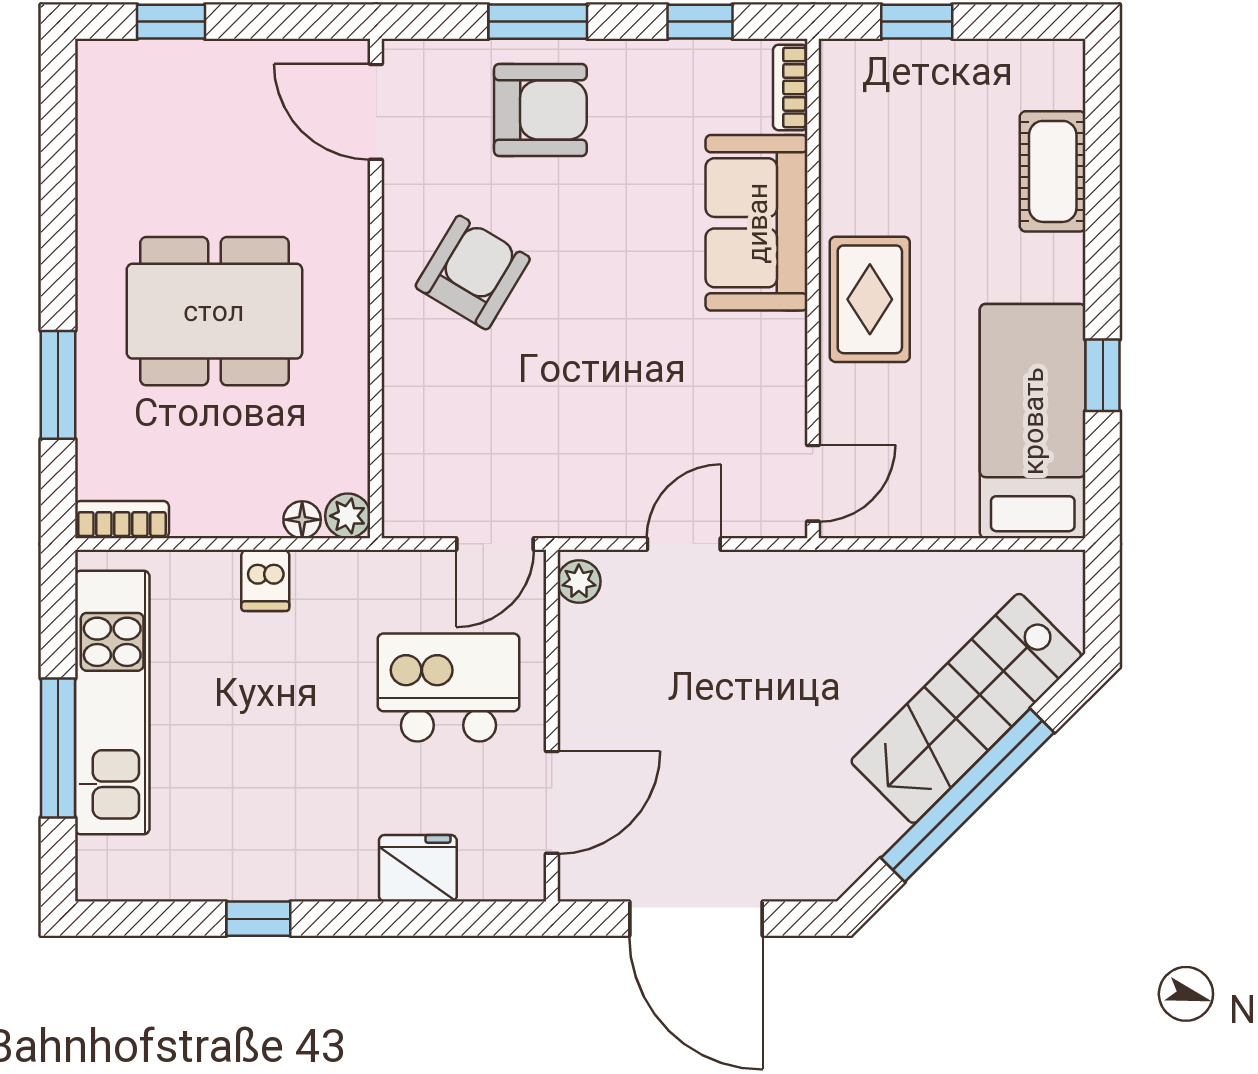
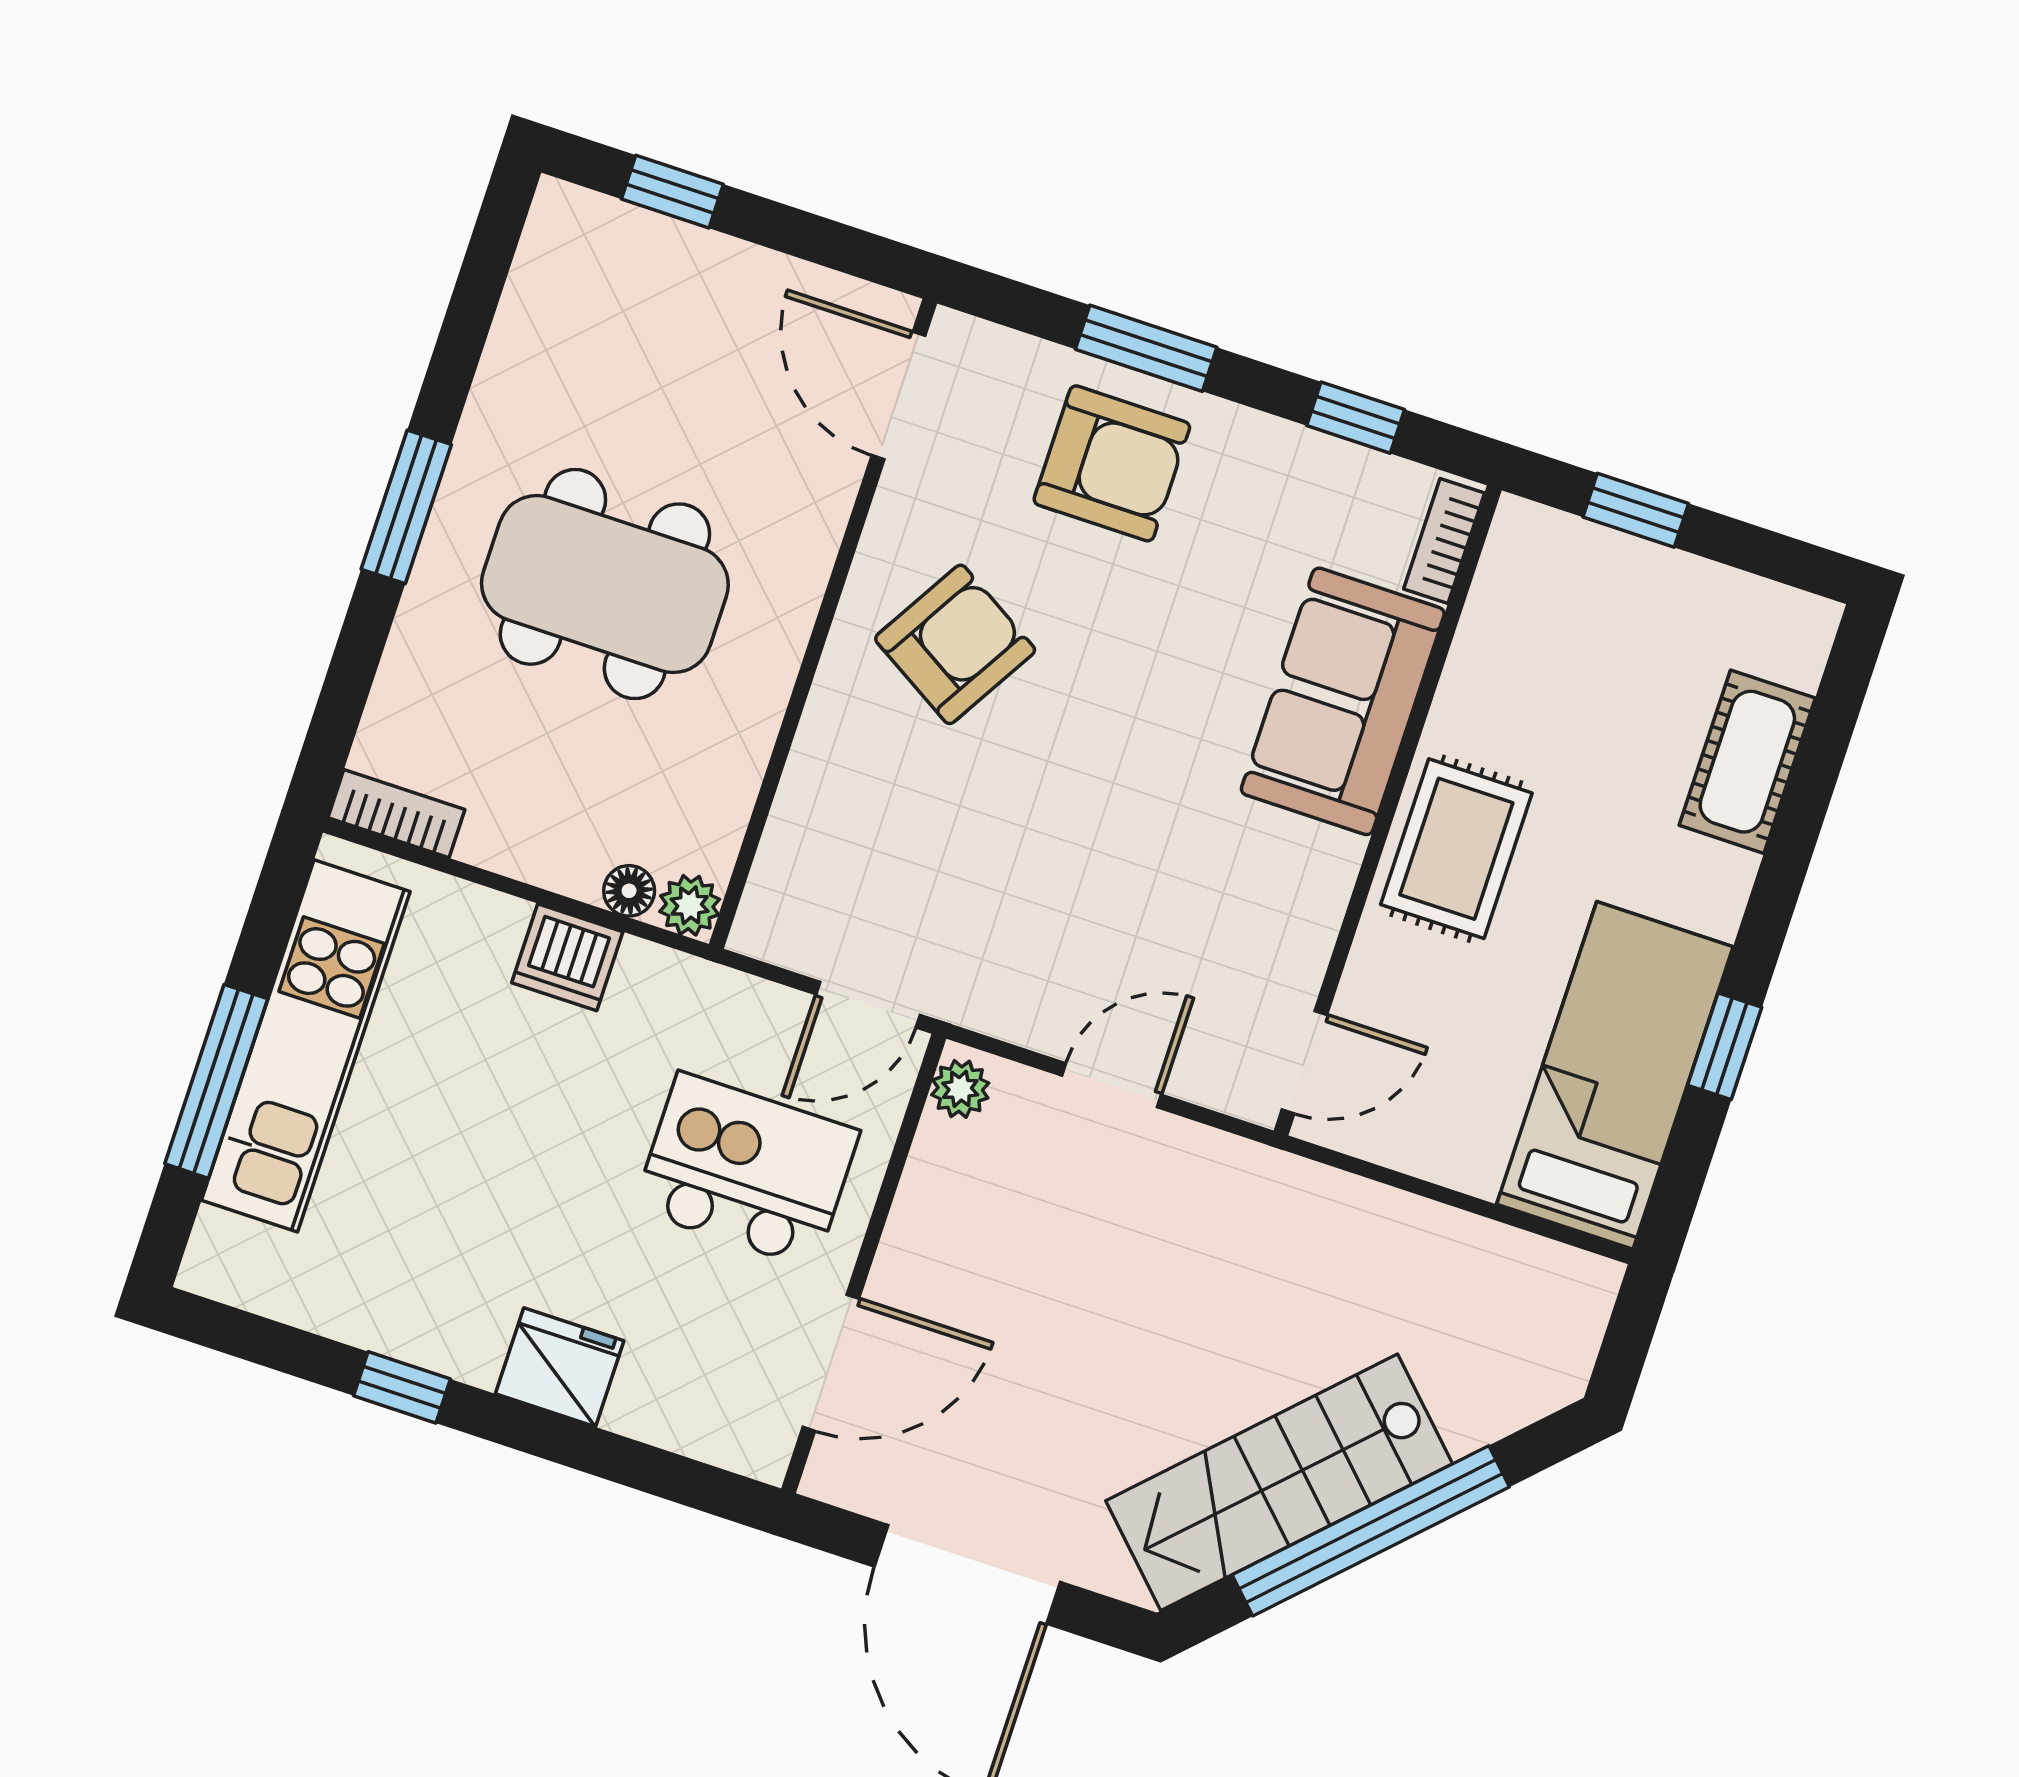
window: (58, 385) -> (406, 507), moved
dishwasher: (265, 580) -> (567, 957), width x1.38
stairs: (966, 708) -> (1279, 1482), moved
fridge: (418, 868) -> (560, 1367), moved

